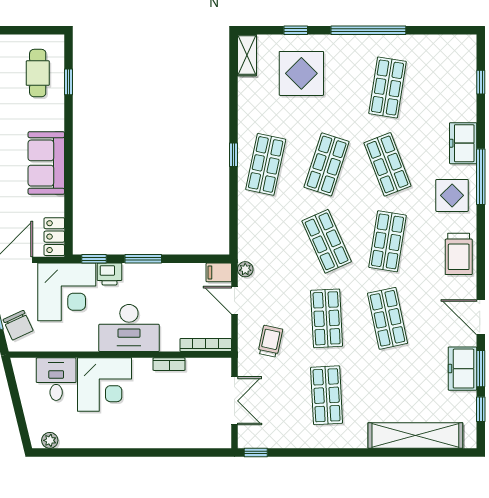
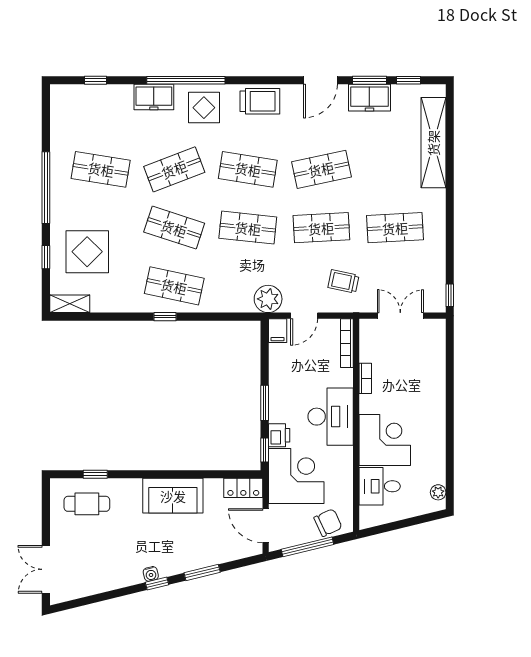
window: (481, 177) -> (186, 80), width x1.46
shop shelf: (327, 241) -> (248, 228), turned 30
plant: (245, 269) -> (268, 299), width x1.87, depth x1.87

